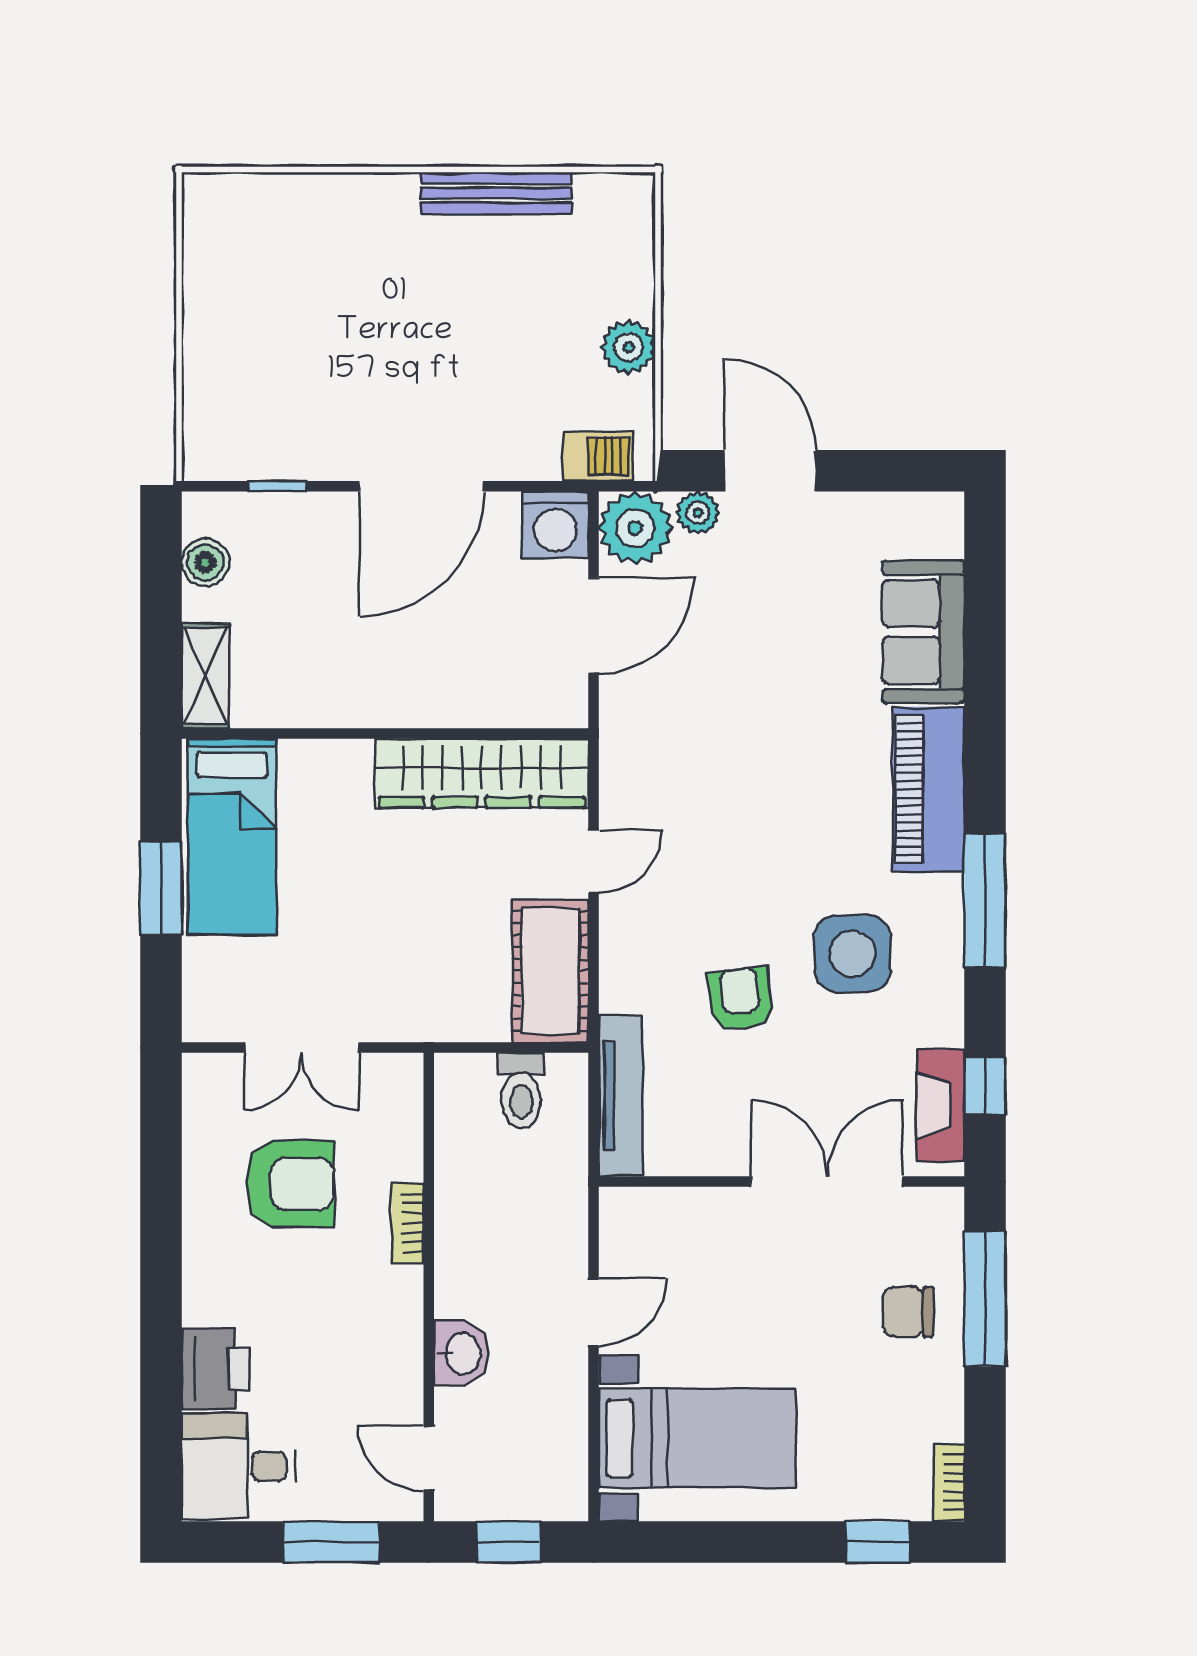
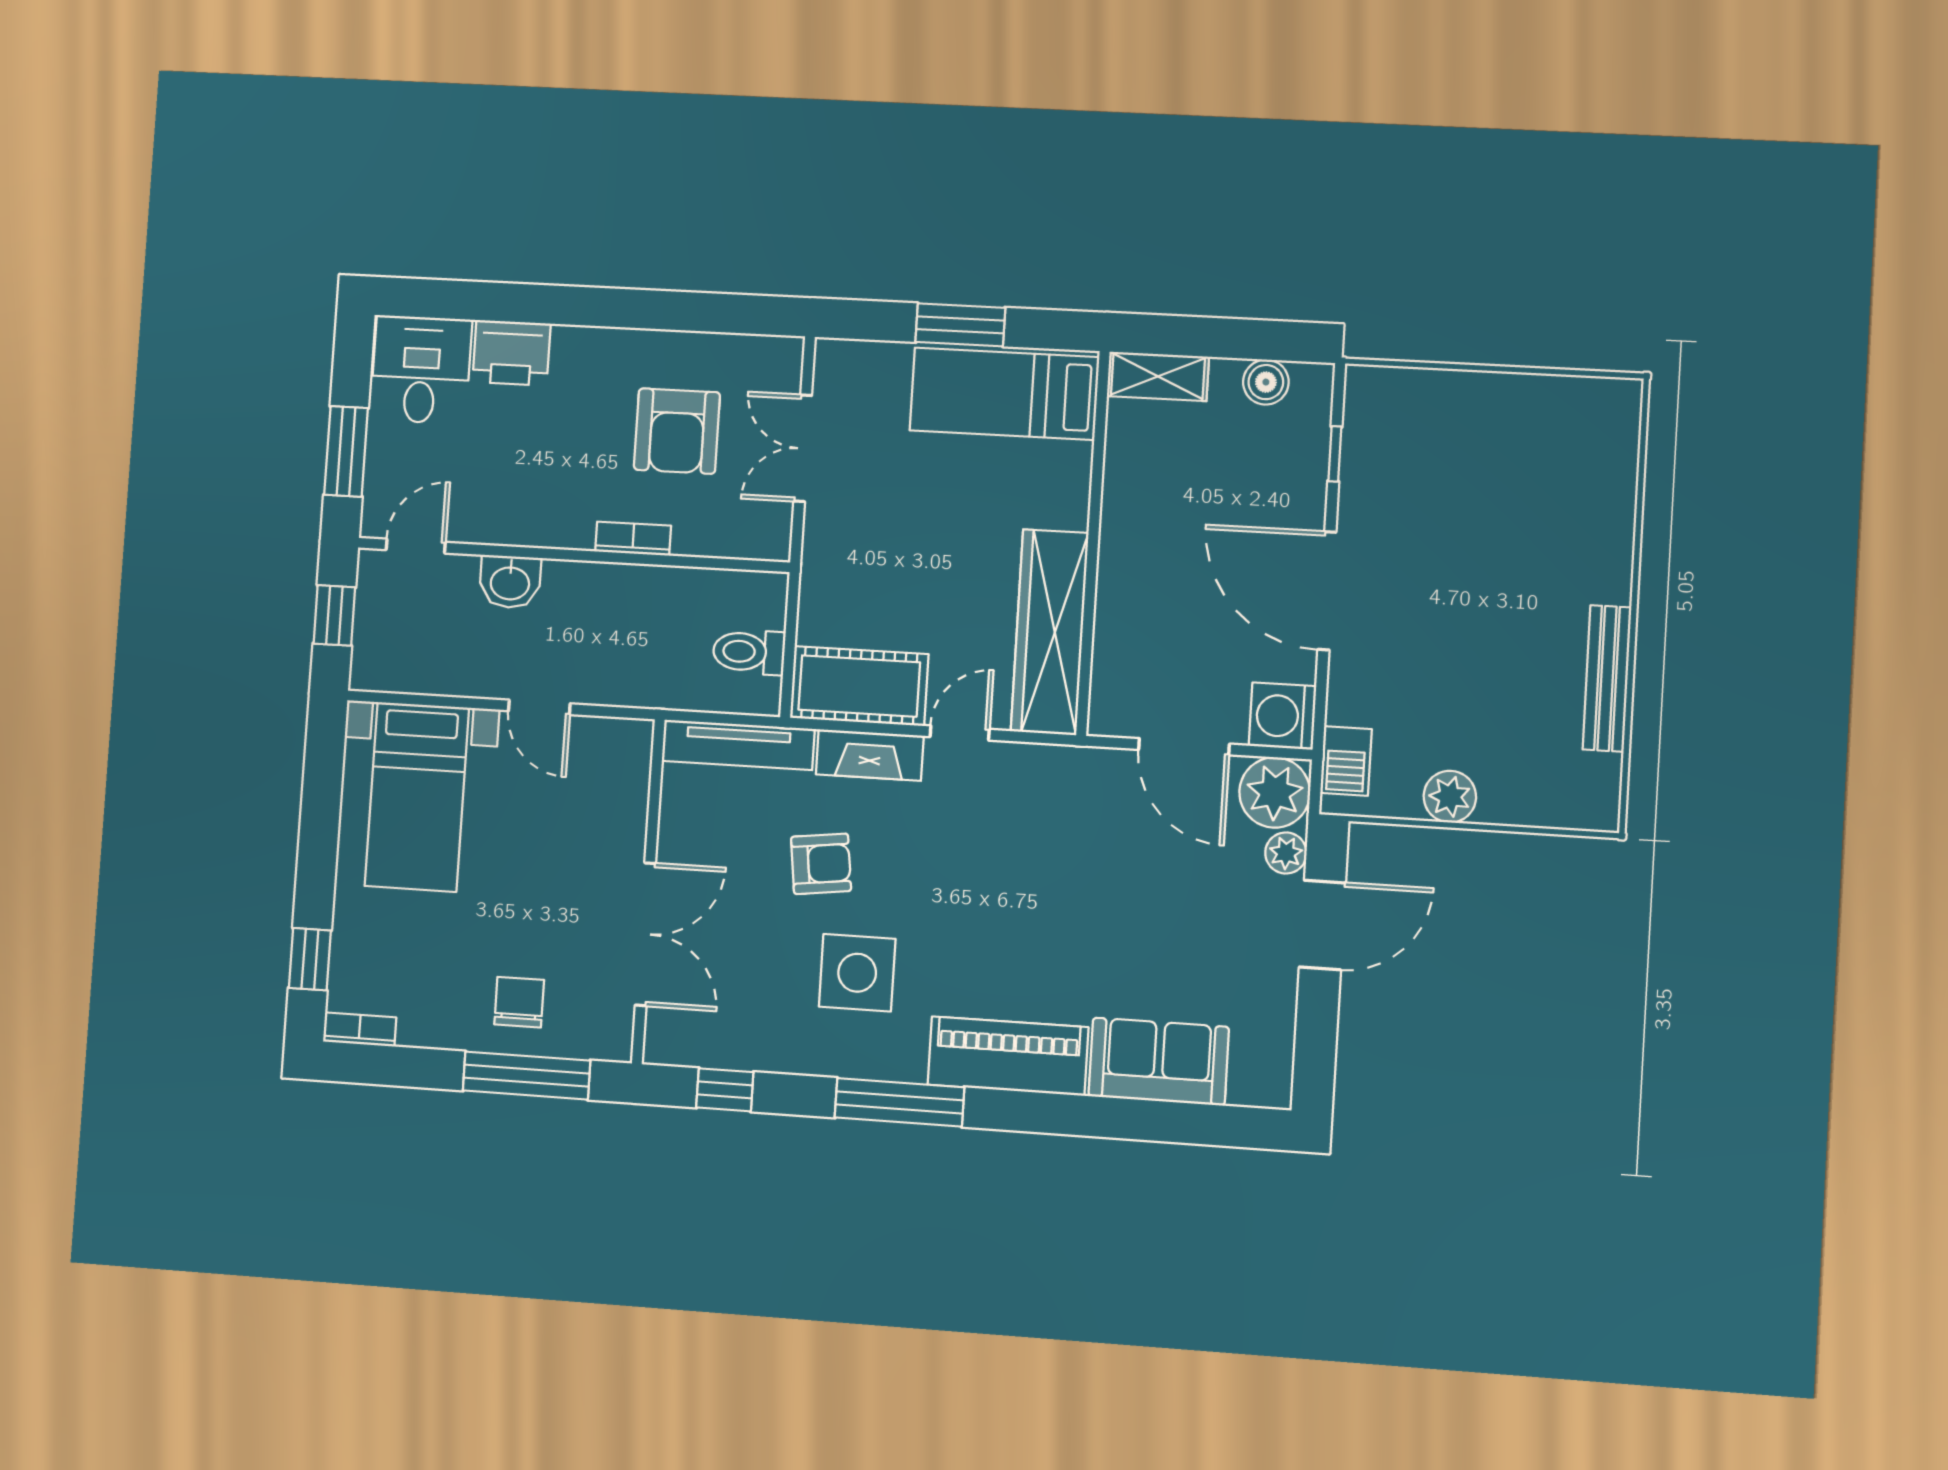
door: (594, 861) -> (960, 733), swing flipped
fireplace: (941, 1105) -> (870, 755), moved, turned 180

